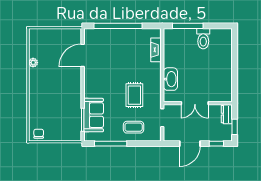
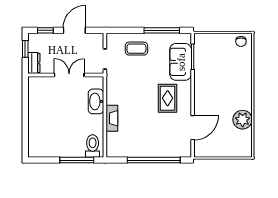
toilet: (203, 39) -> (93, 146), moved
fireplace: (156, 50) -> (112, 118), moved
plant: (33, 63) -> (243, 120), width x1.87, depth x1.87
rug: (134, 95) -> (168, 98), moved

